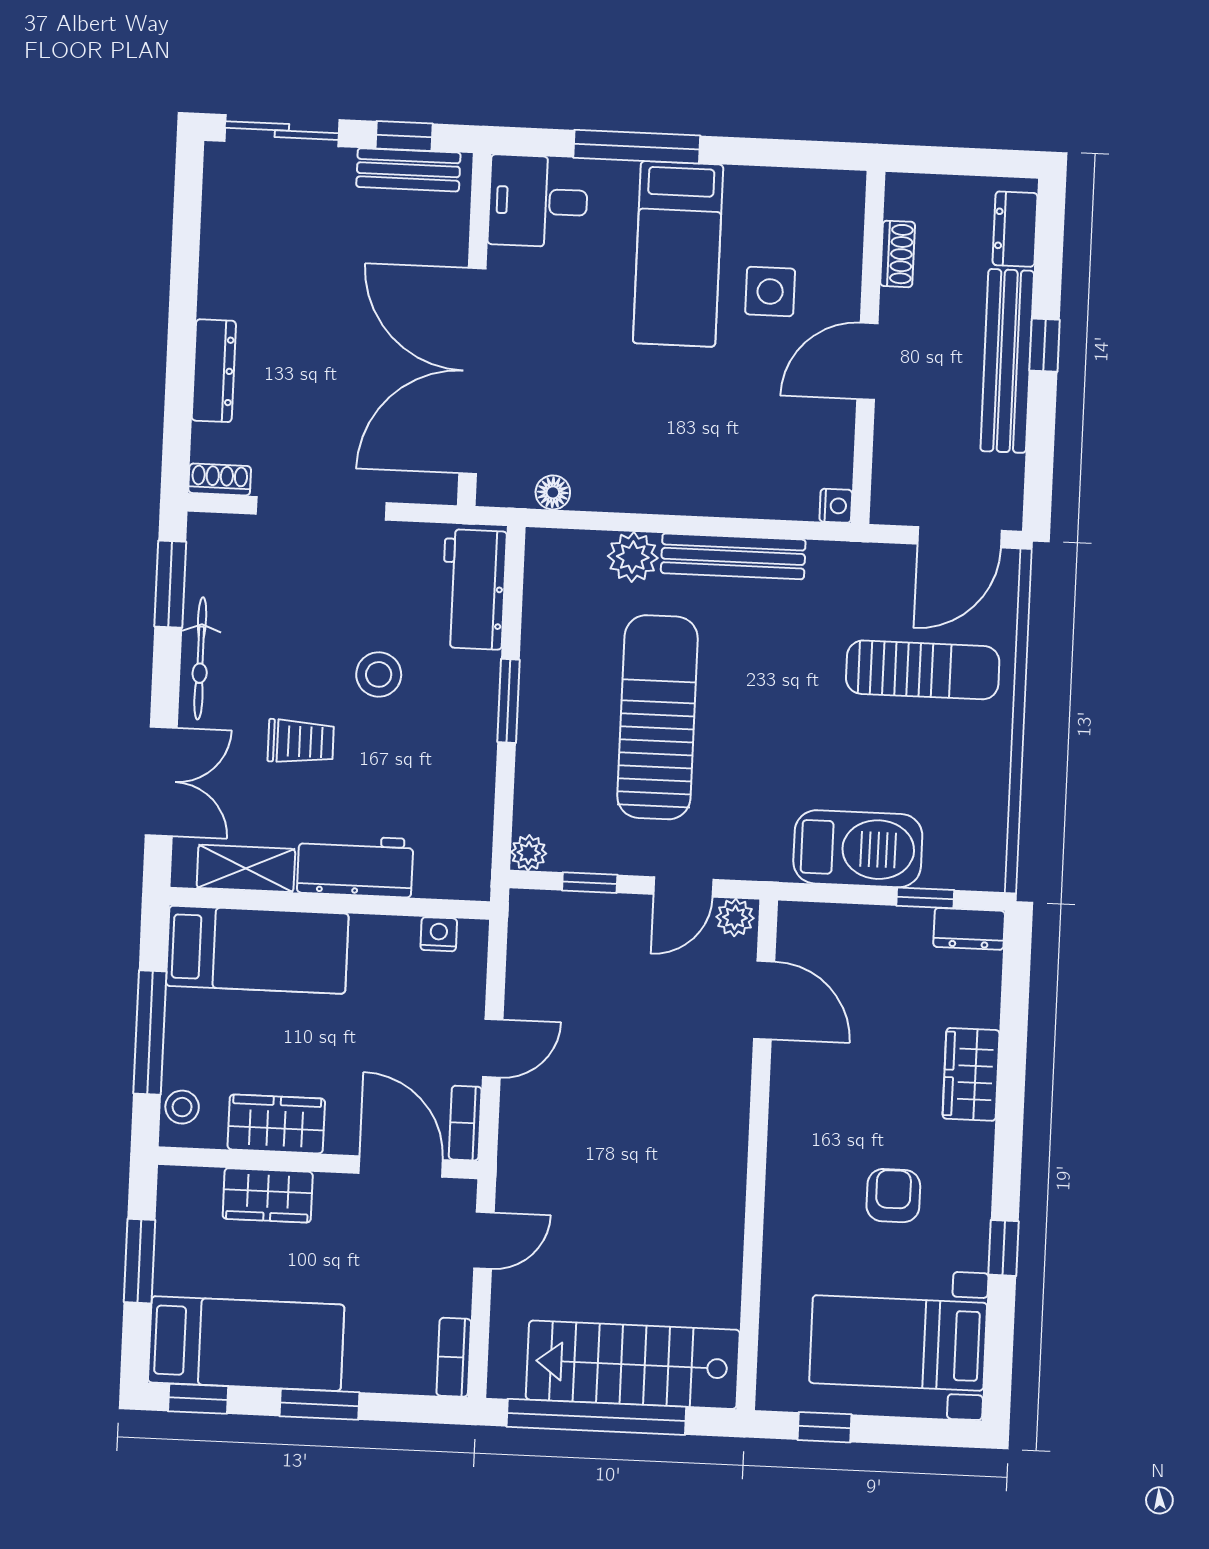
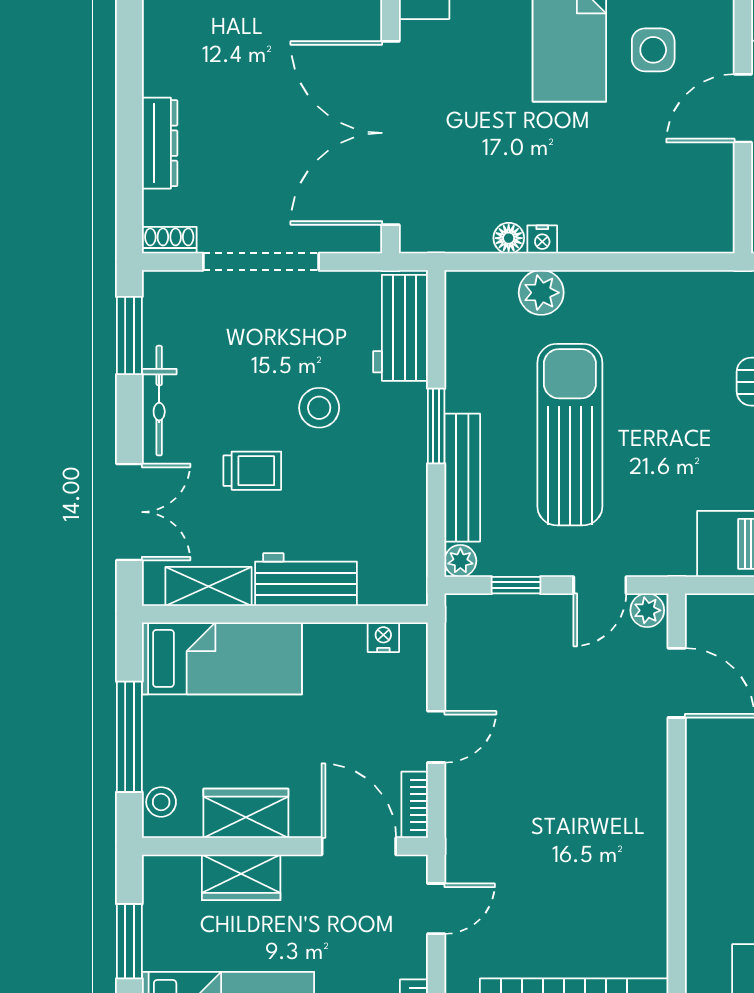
floor lamp: (553, 492) -> (509, 238), moved
nightstand: (836, 506) -> (542, 239), moved, turned 90
bench: (733, 556) -> (462, 478), moved, turned 90

